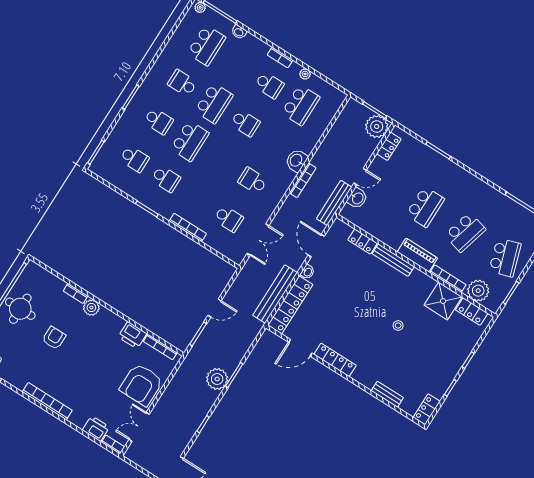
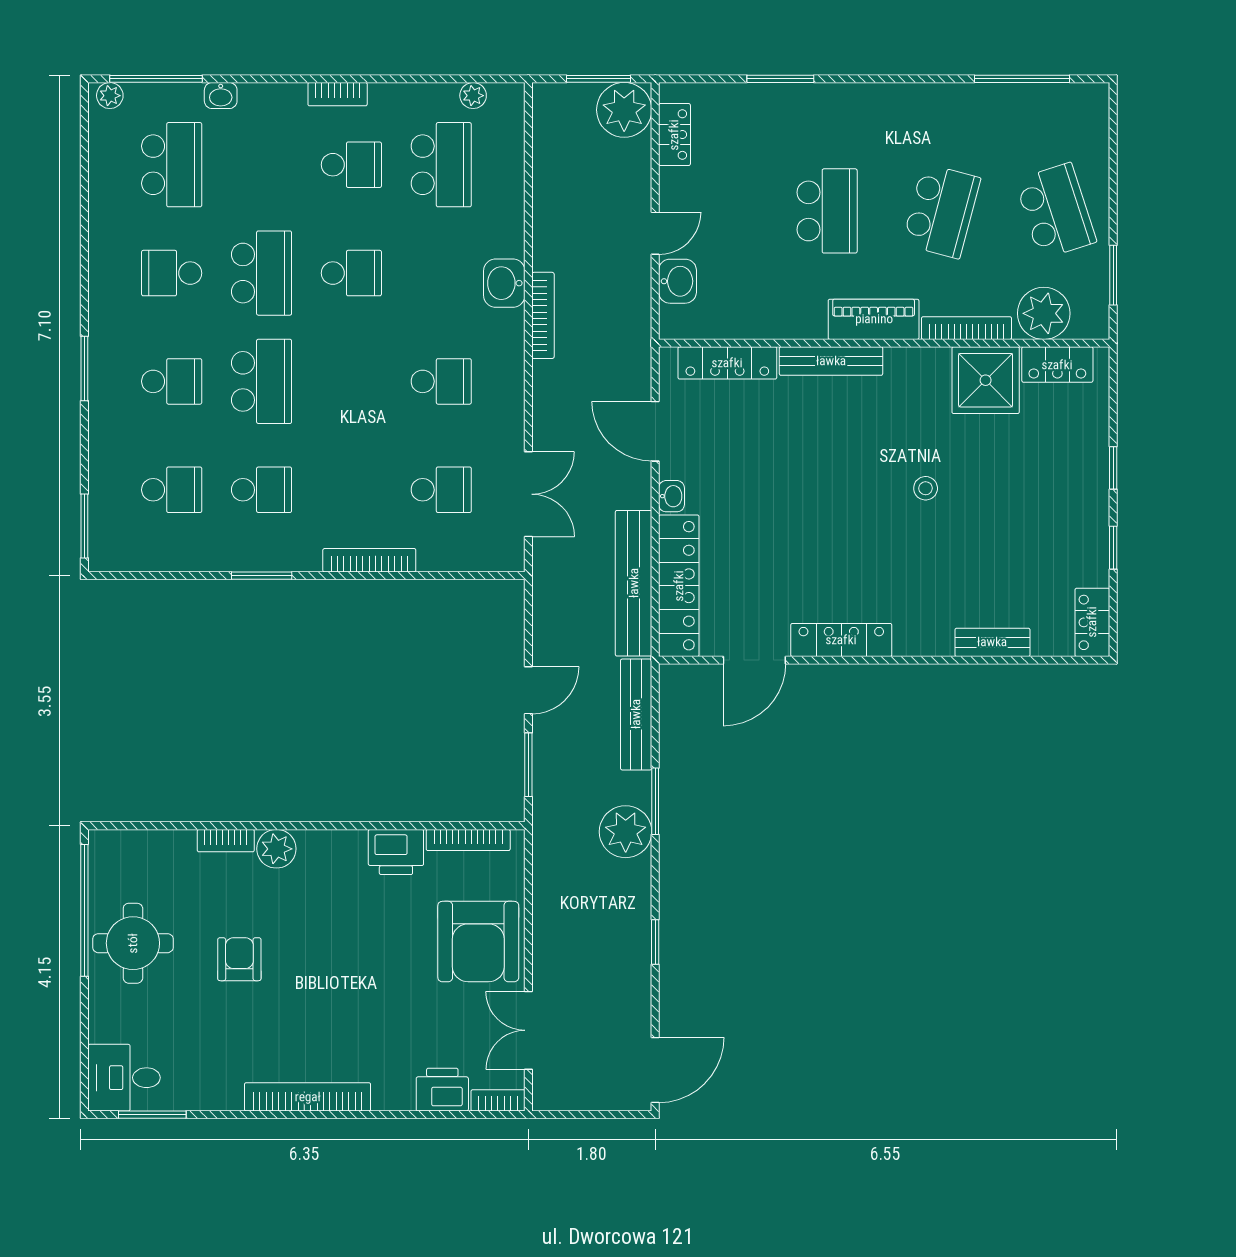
plant: (305, 74) -> (473, 96), moved
school desk: (253, 181) -> (441, 381), turned 180
bench: (334, 203) -> (636, 714), moved
locker: (363, 242) -> (727, 363), width x1.53

